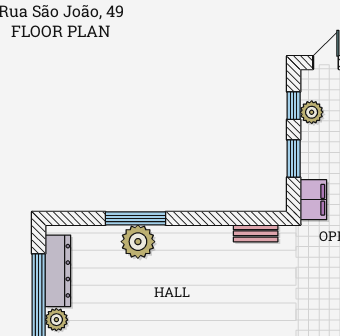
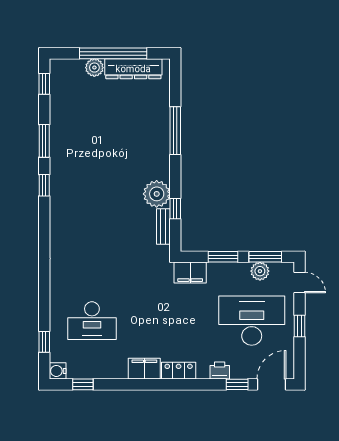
window: (294, 106) -> (265, 257), width x1.50
window: (233, 218) -> (175, 209), added
plant: (138, 242) -> (157, 194), moved

